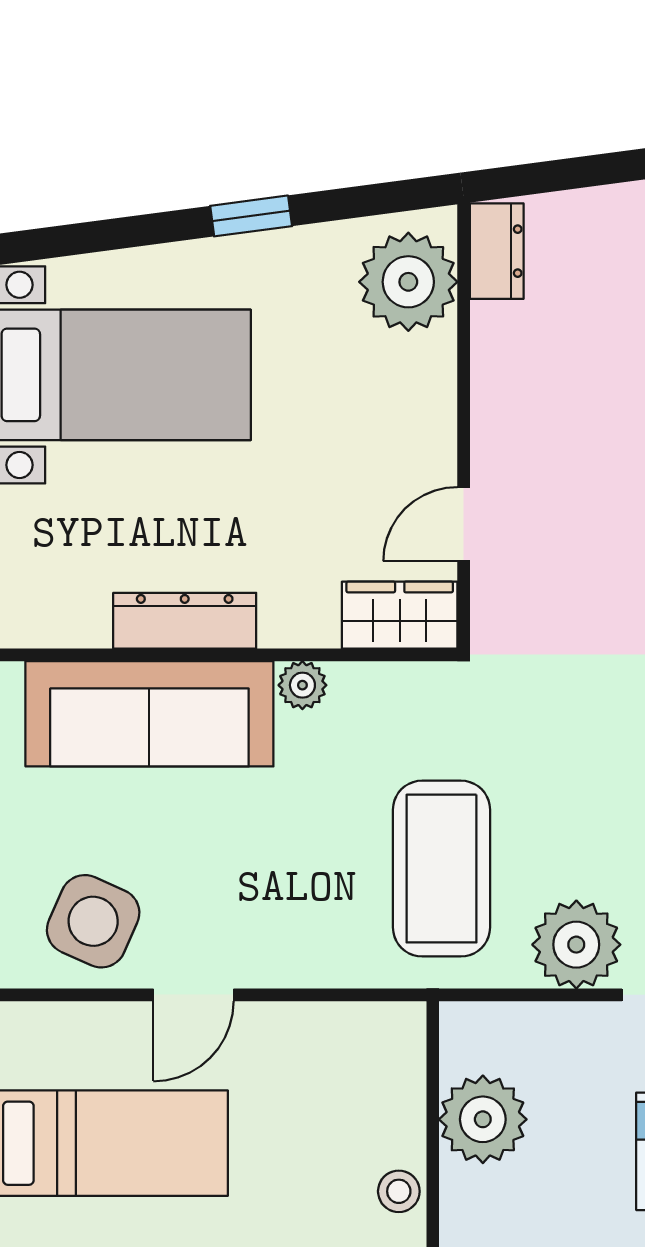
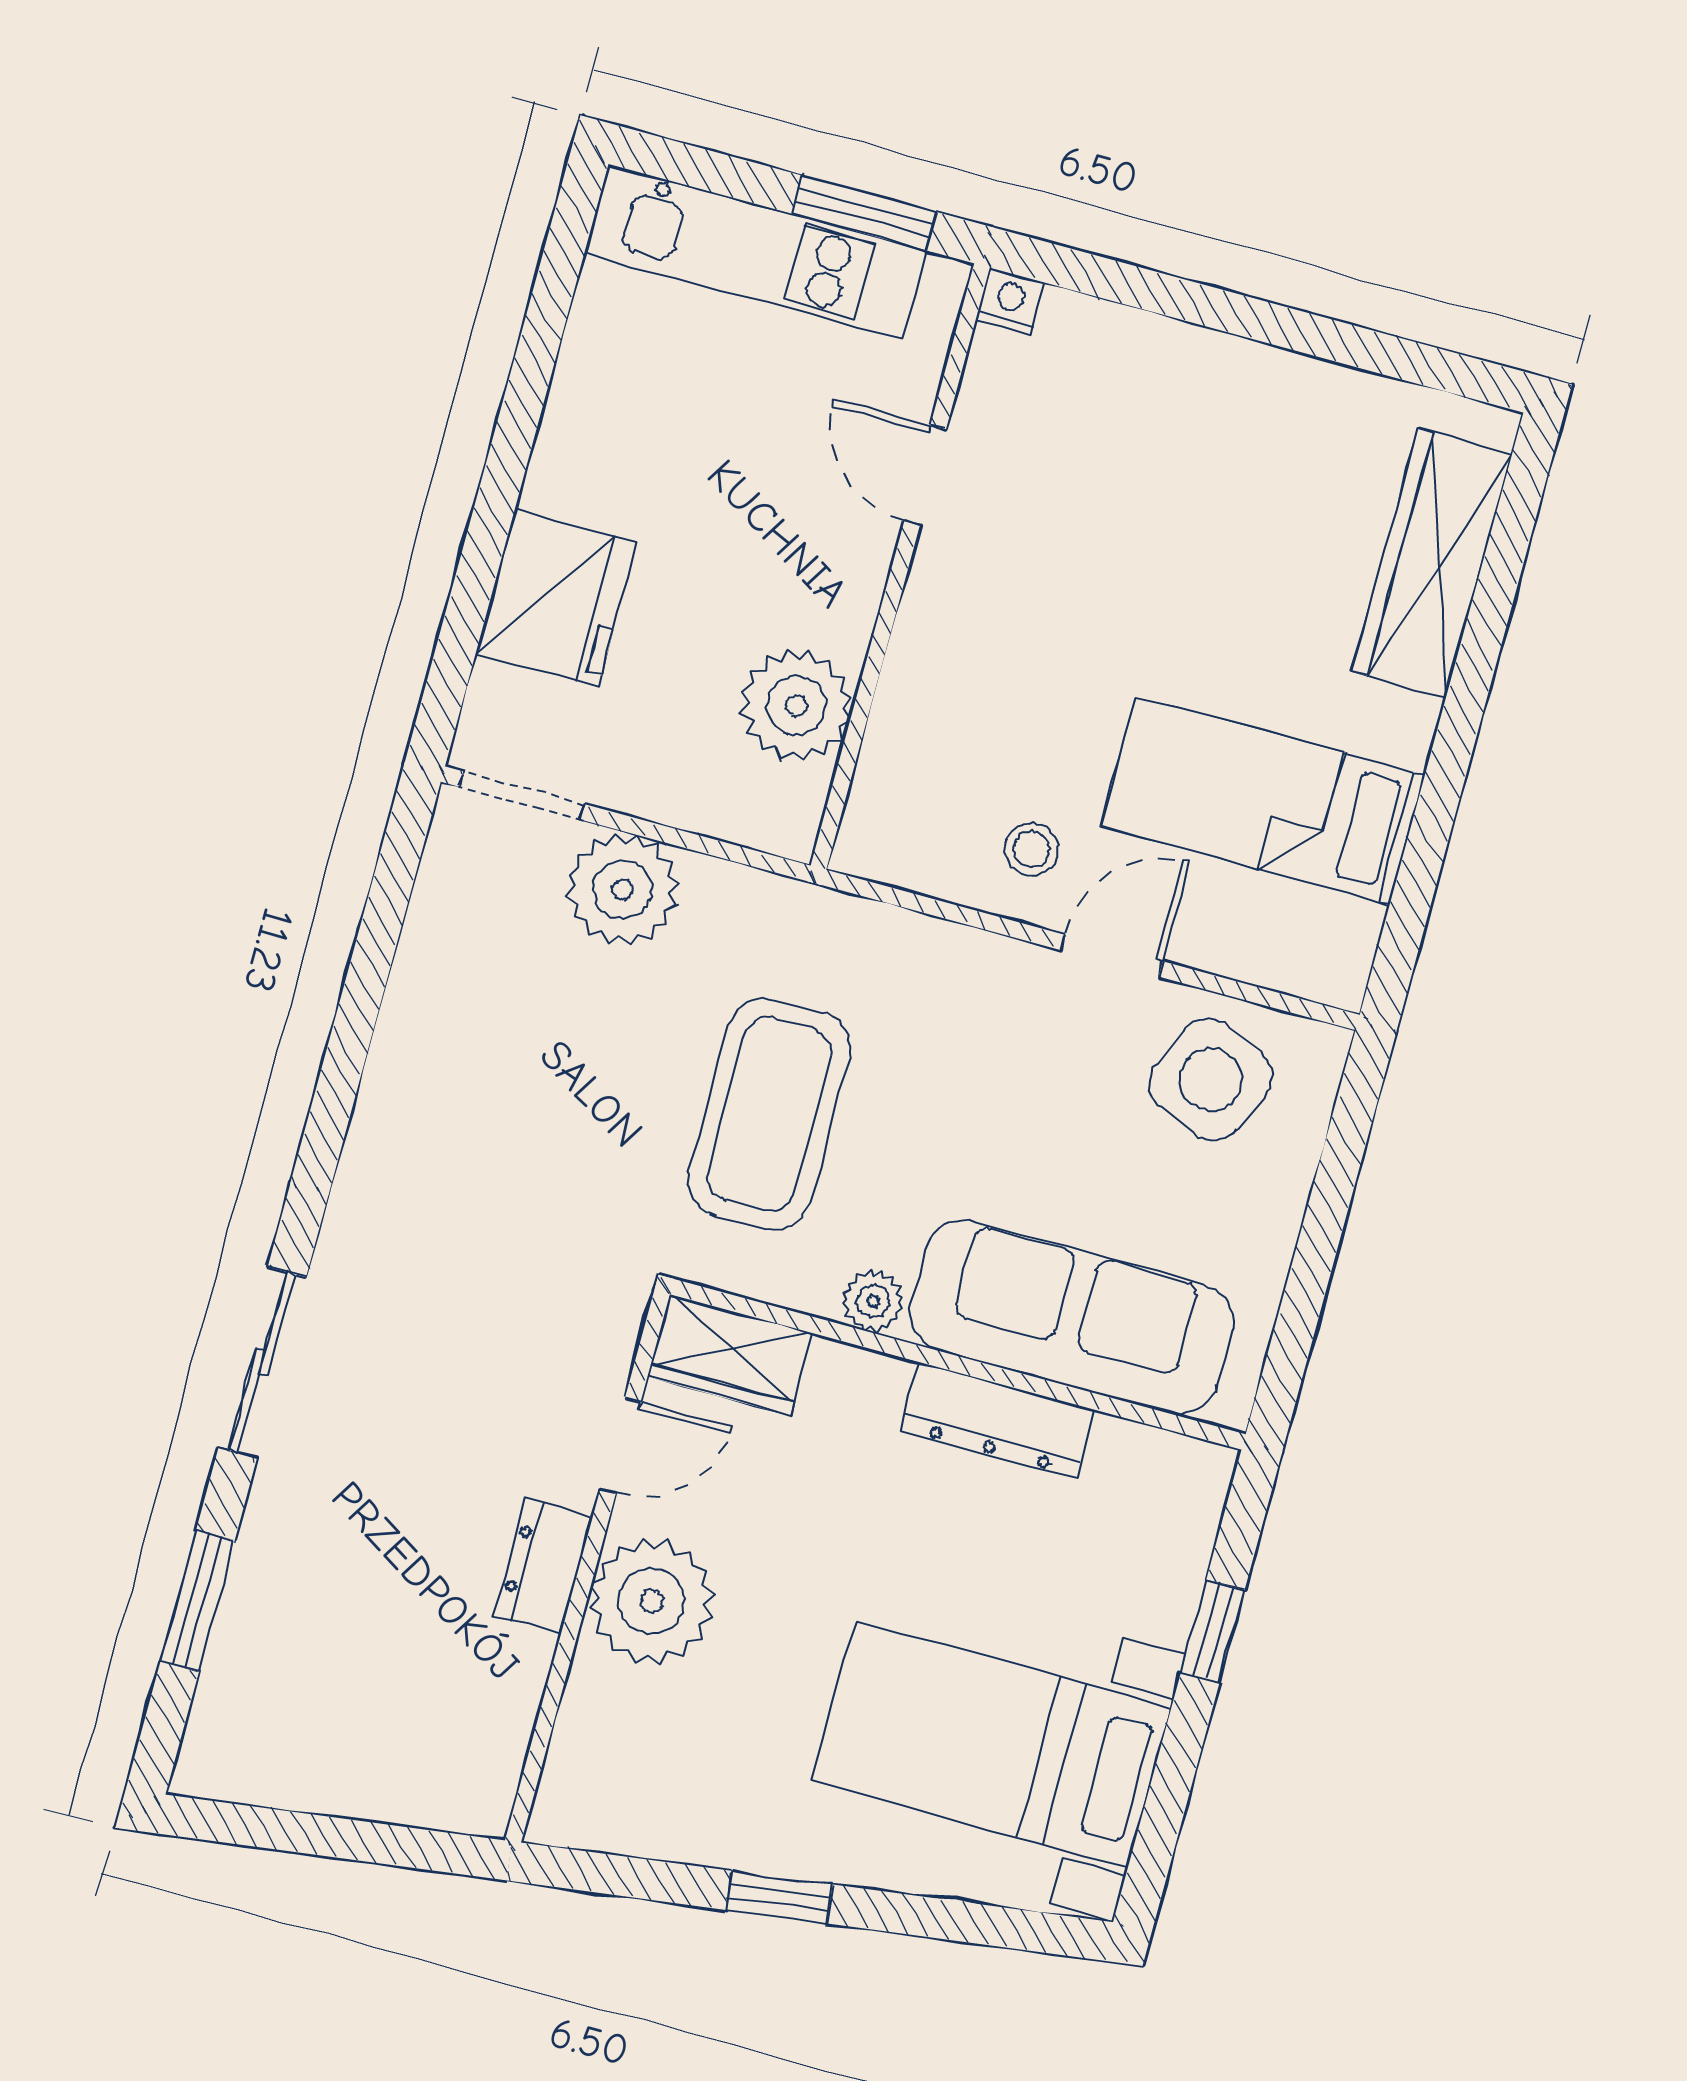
dresser: (497, 251) -> (544, 1566), moved
plant: (408, 282) -> (652, 1601), moved
coffee table: (442, 869) -> (769, 1114), moved
stool: (399, 1191) -> (1031, 849), moved

